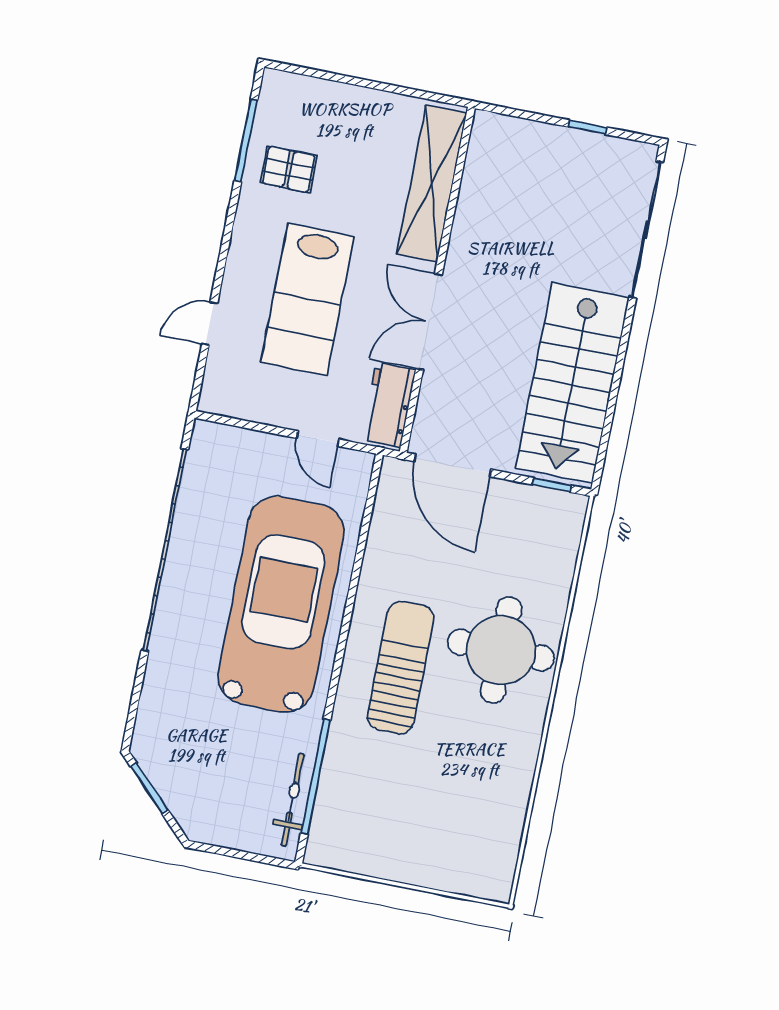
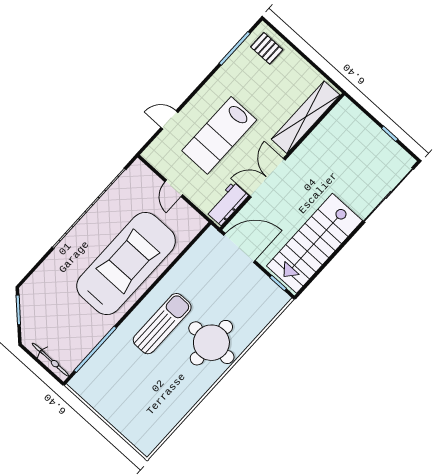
pallet: (289, 169) -> (267, 48), moved
door: (318, 439) -> (174, 188), moved
door: (453, 465) -> (239, 248), swing flipped
bicycle: (293, 800) -> (51, 360), moved, turned 90

